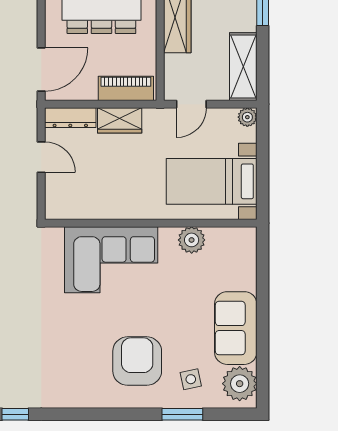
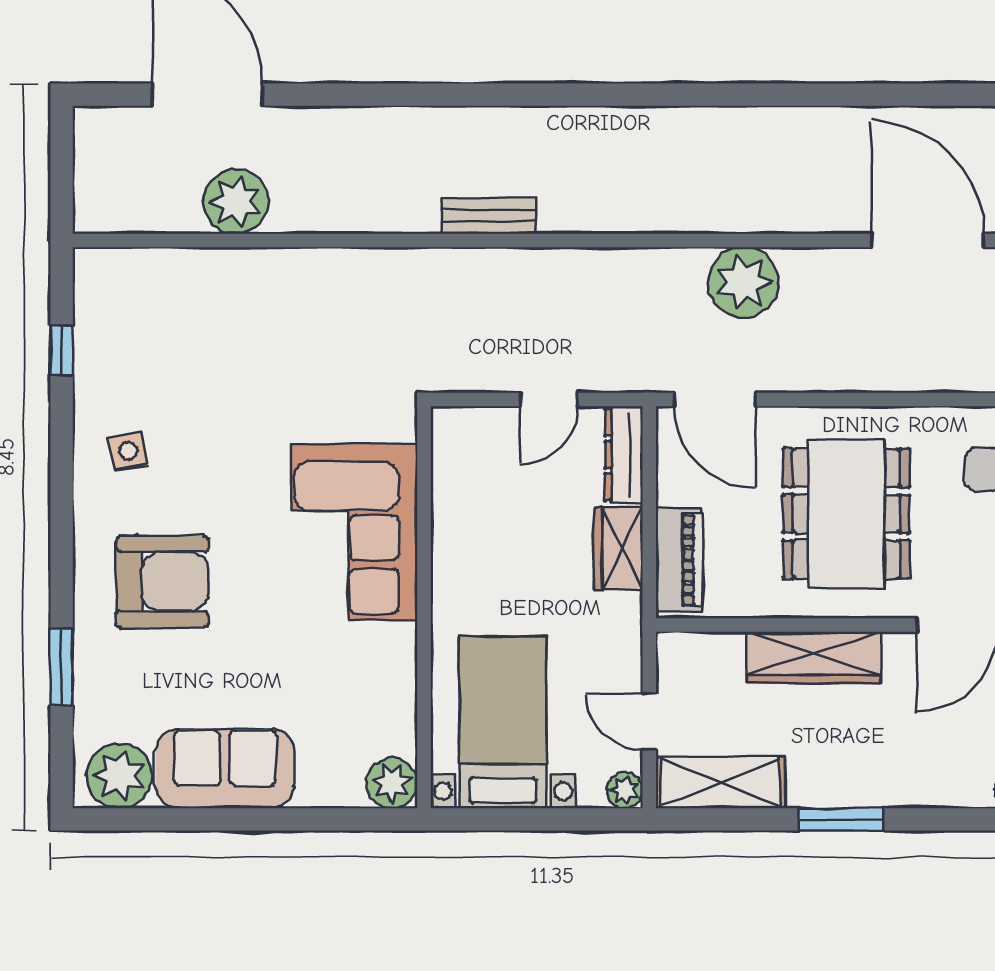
door: (191, 104) -> (649, 722), moved
plant: (192, 240) -> (392, 783), moved
side table: (191, 379) -> (128, 451), moved

